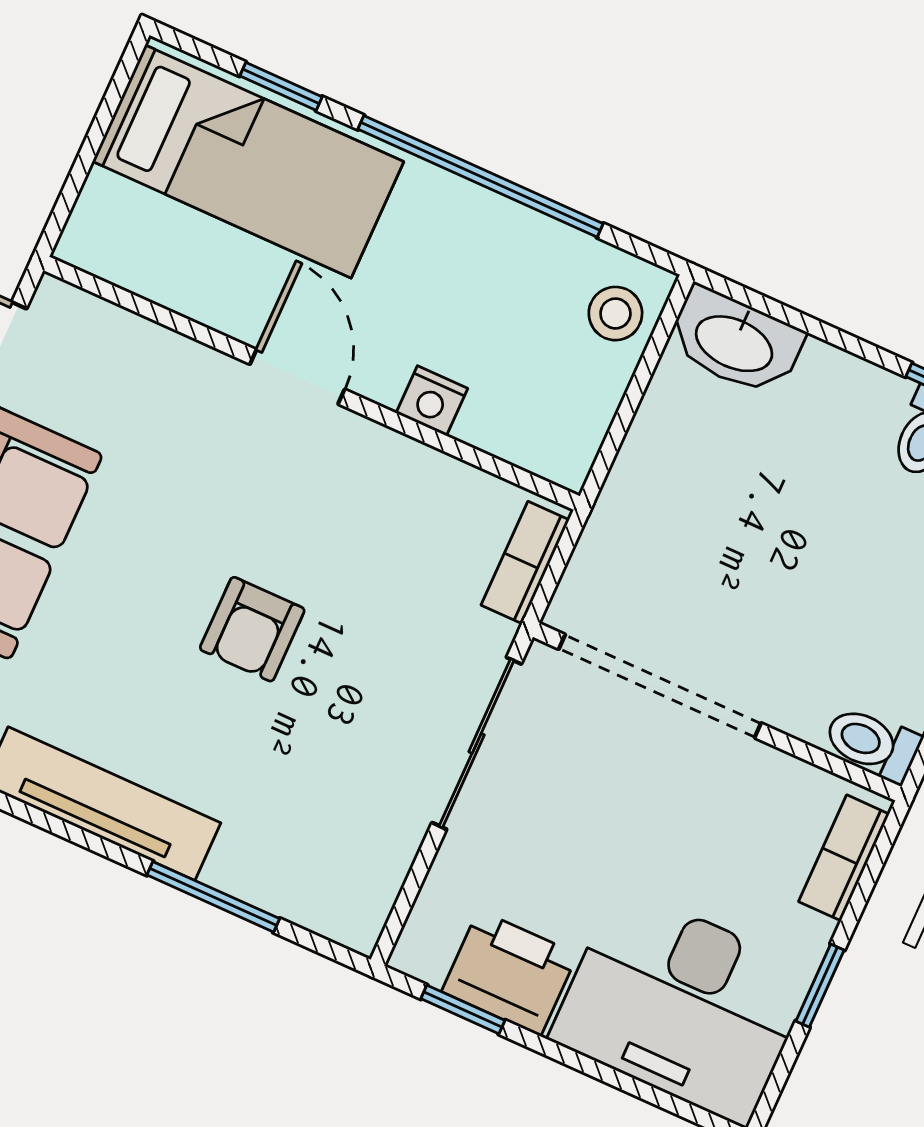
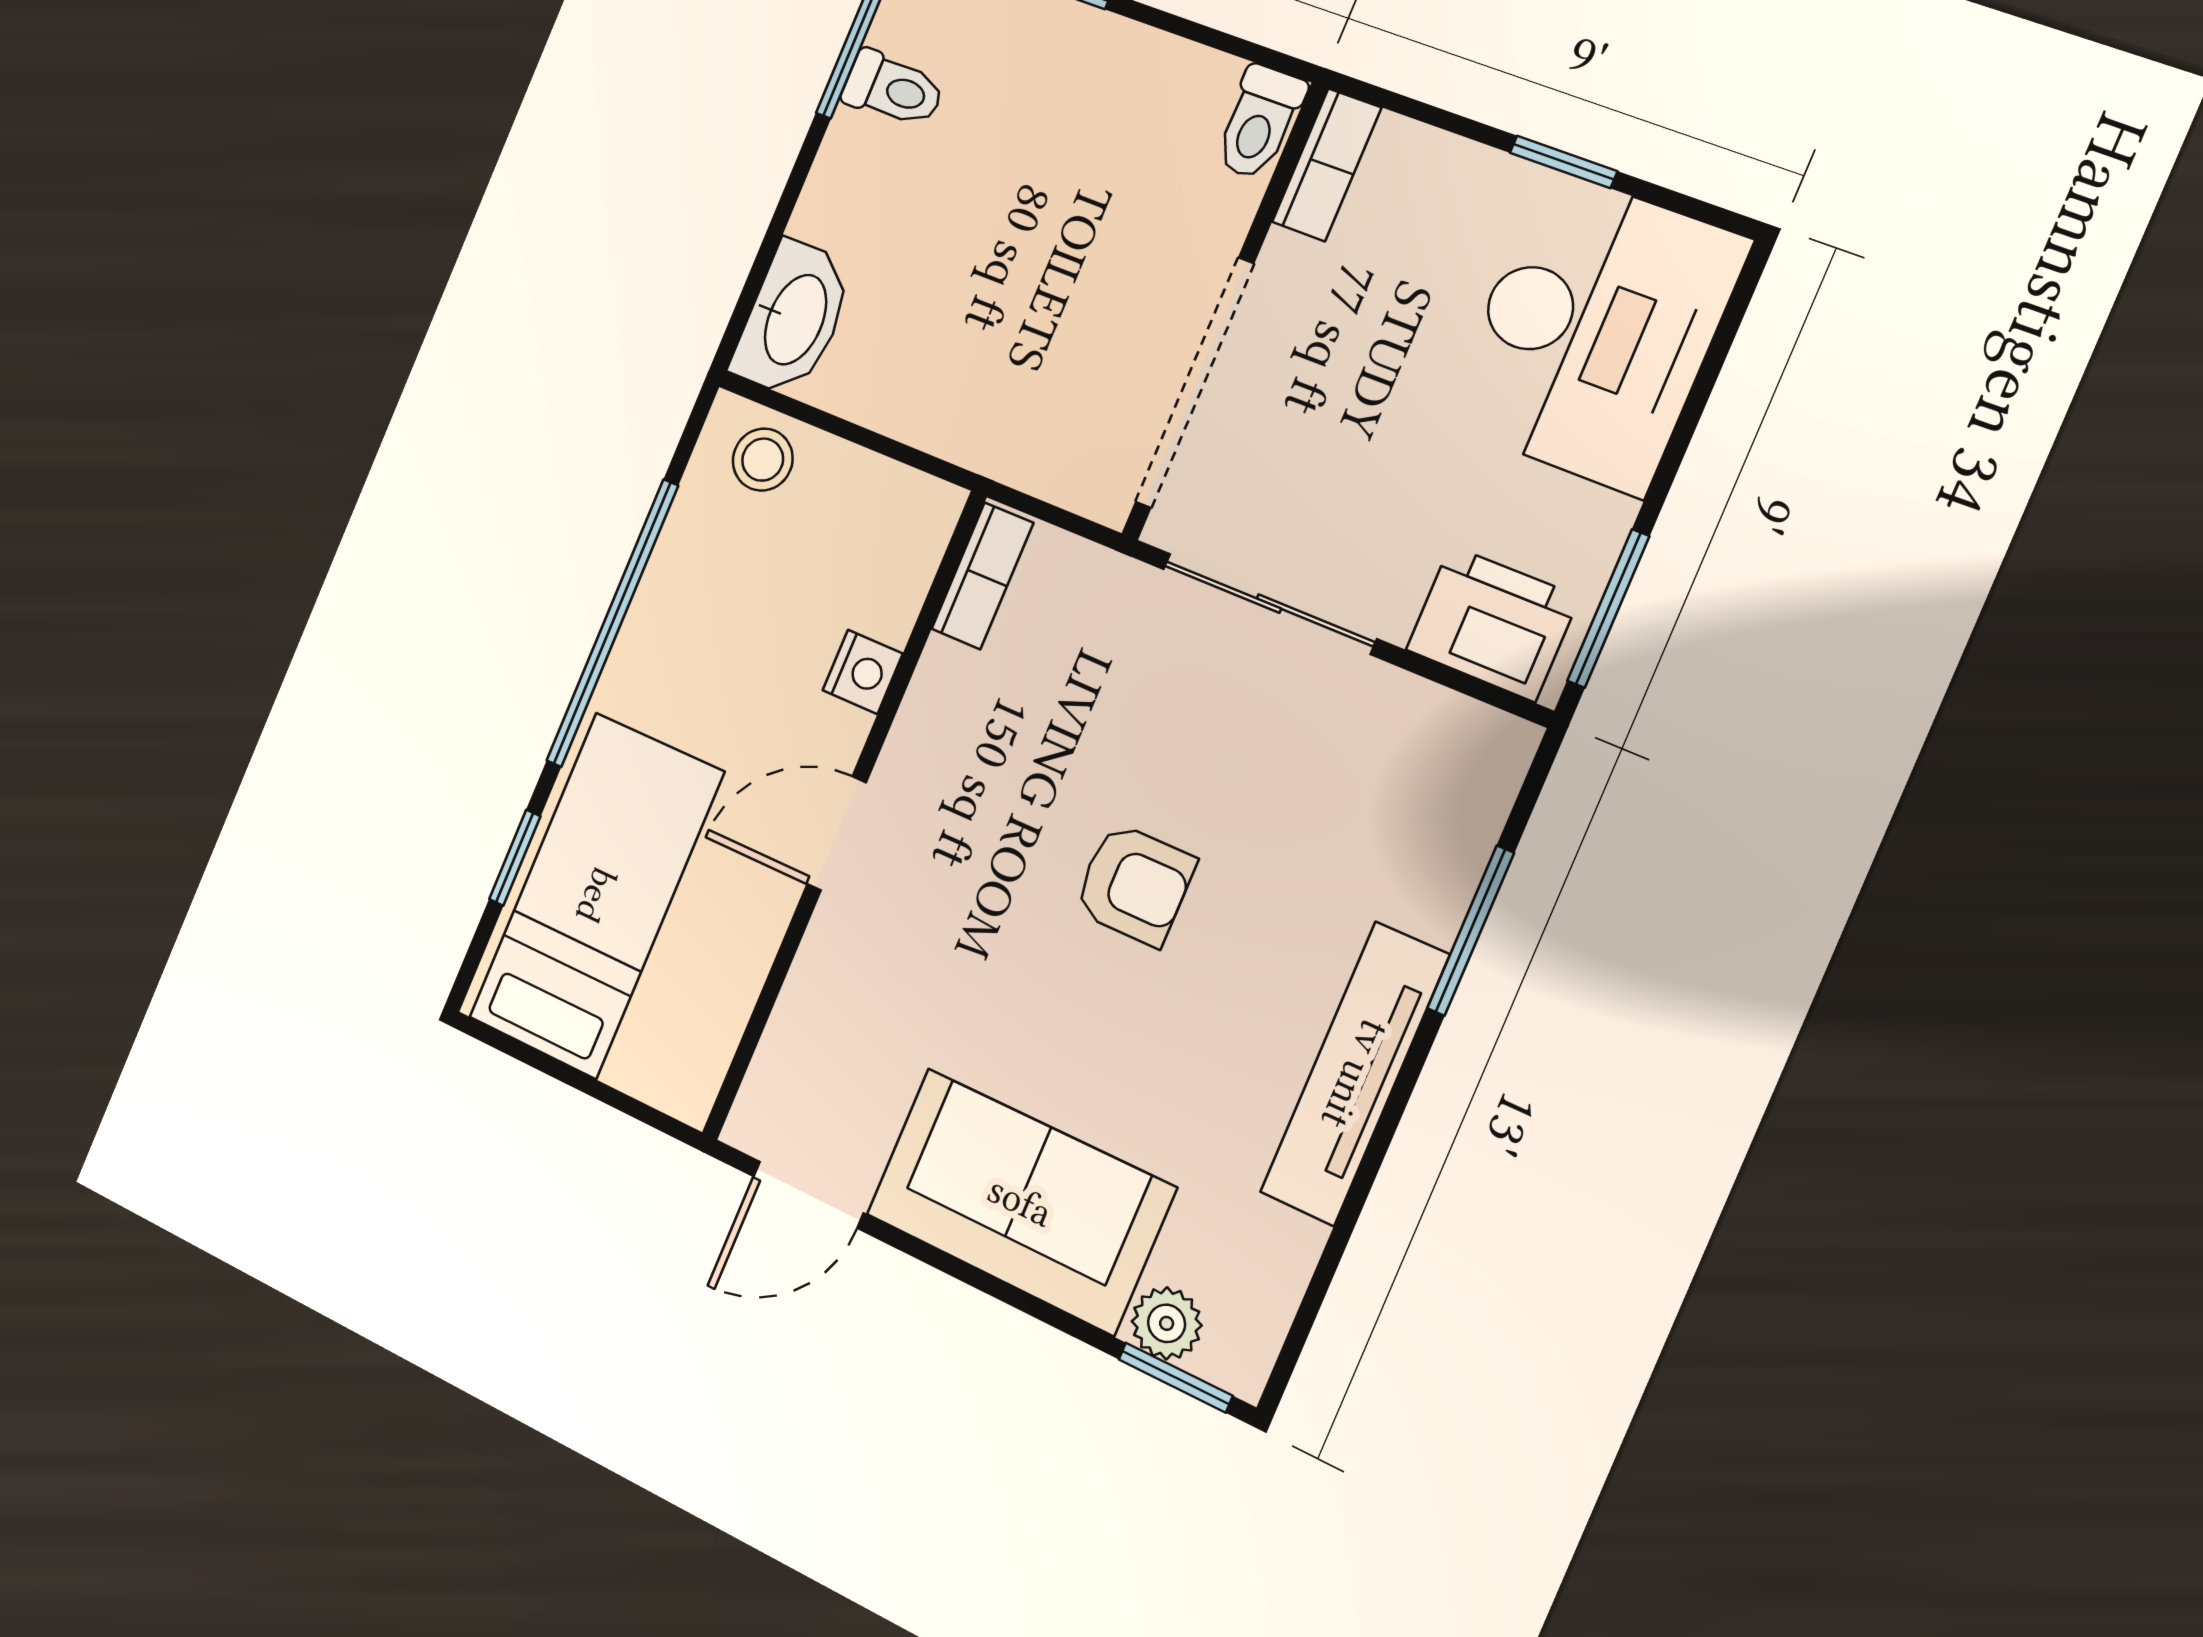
bookcase: (525, 562) -> (982, 576), moved, turned -90
bookcase: (844, 858) -> (1327, 165), moved, turned -90
printer: (510, 973) -> (1493, 623), moved, turned 90
window: (463, 1010) -> (1608, 609), width x1.50

